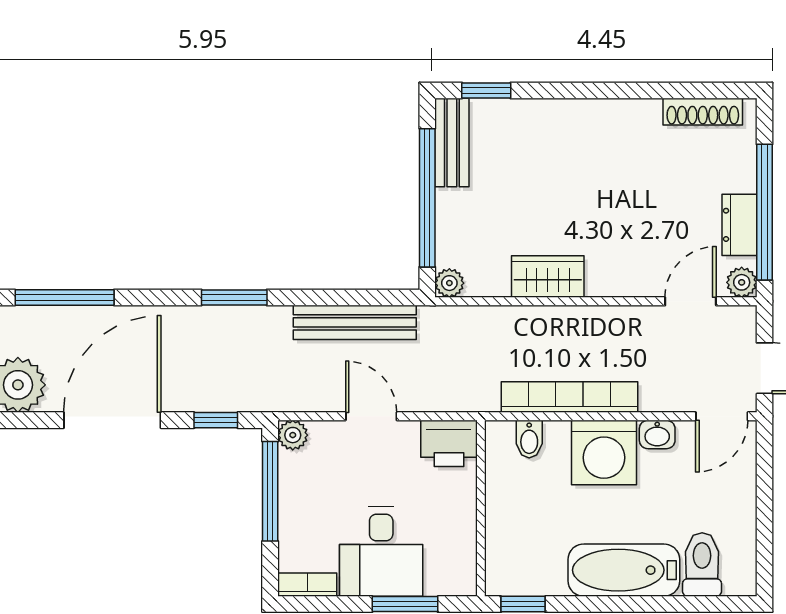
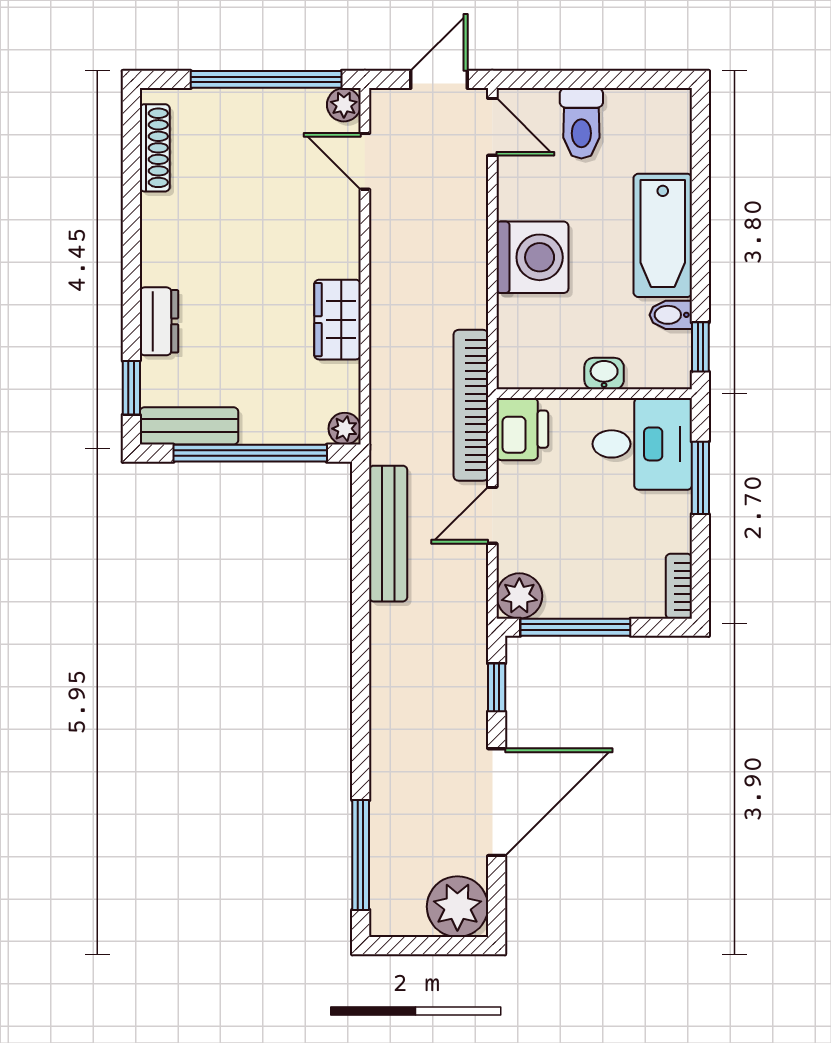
dresser: (740, 225) -> (159, 321), moved, turned -90
window: (234, 297) -> (361, 667), removed
bookcase: (570, 397) -> (471, 405), moved
door: (112, 420) -> (497, 802), swing flipped
washbasin: (657, 434) -> (604, 374), moved, turned -90
plant: (293, 435) -> (519, 596), width x1.38, depth x1.38
bidet: (529, 439) -> (671, 315), moved, turned 180
desk: (381, 552) -> (642, 444), moved
toilet: (702, 564) -> (581, 123), moved, turned -90

